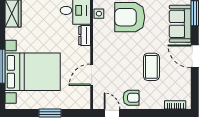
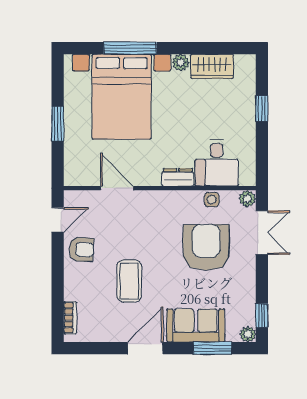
plant: (10, 34) -> (181, 62), added
coffee table: (151, 67) -> (129, 281), turned 90
armchair: (131, 98) -> (81, 249), turned -87

